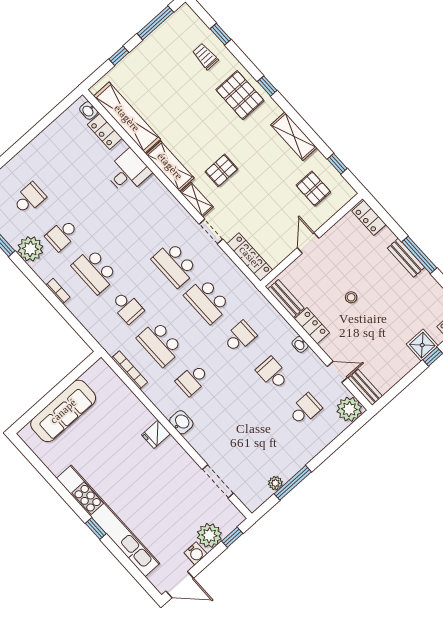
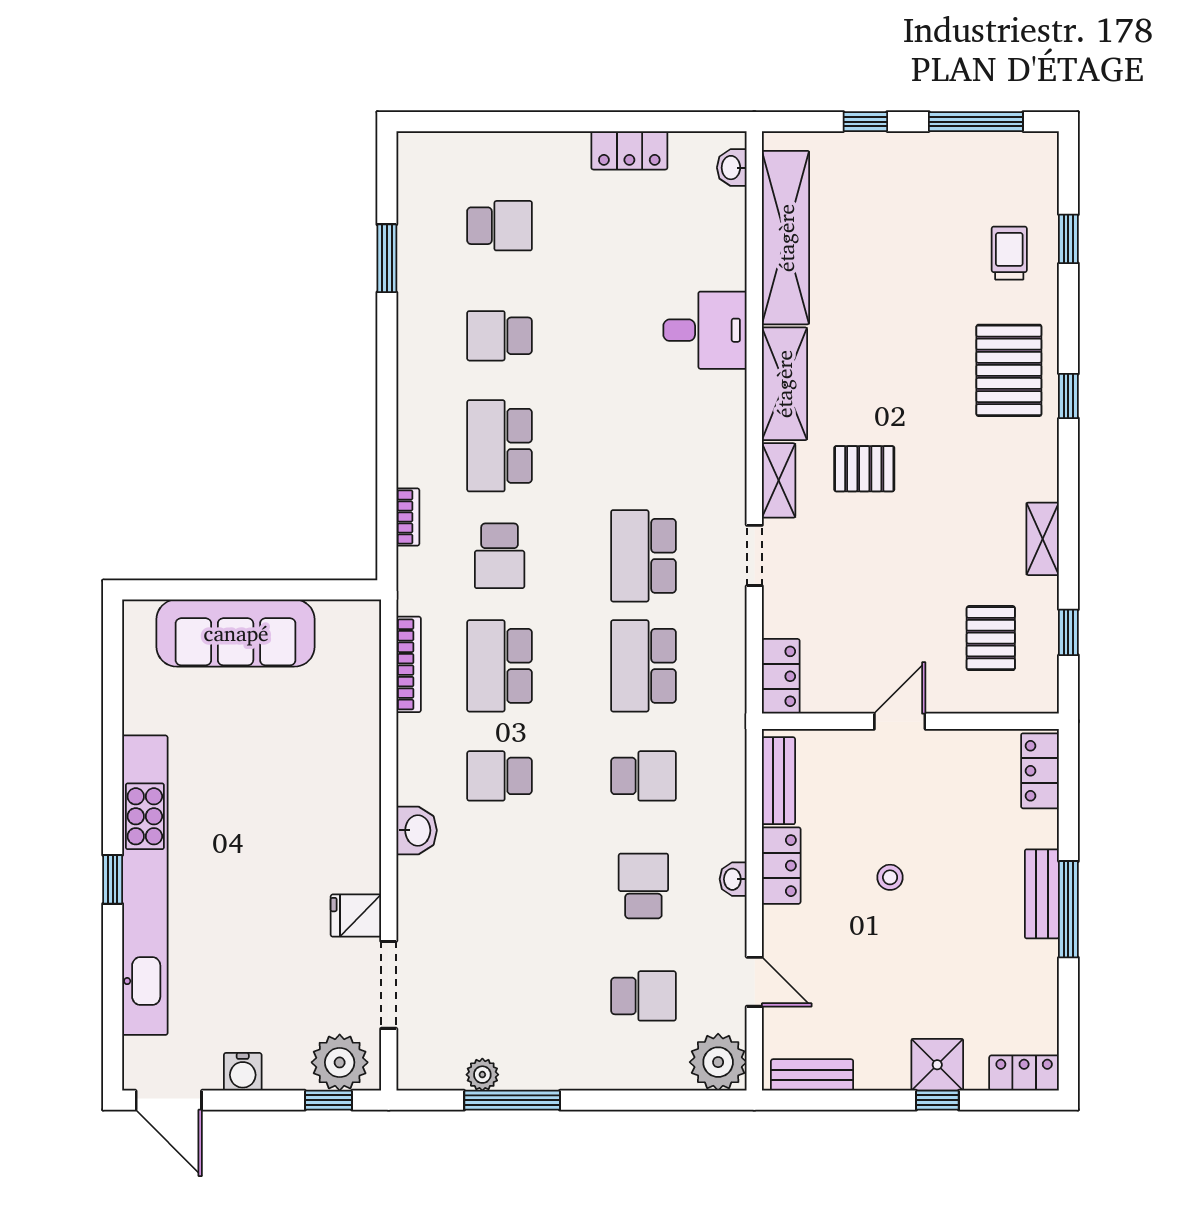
locker: (105, 131) -> (629, 150), moved, turned -90
shelving: (294, 136) -> (1043, 539), width x0.67, depth x0.75
plant: (30, 249) -> (425, 312), removed
locker: (250, 257) -> (781, 676), width x0.66
bookcase: (58, 291) -> (408, 517), moved
bench: (365, 387) -> (812, 1075), moved, turned 90
fridge: (156, 434) -> (356, 916), moved
plant: (209, 535) -> (340, 1062), moved

